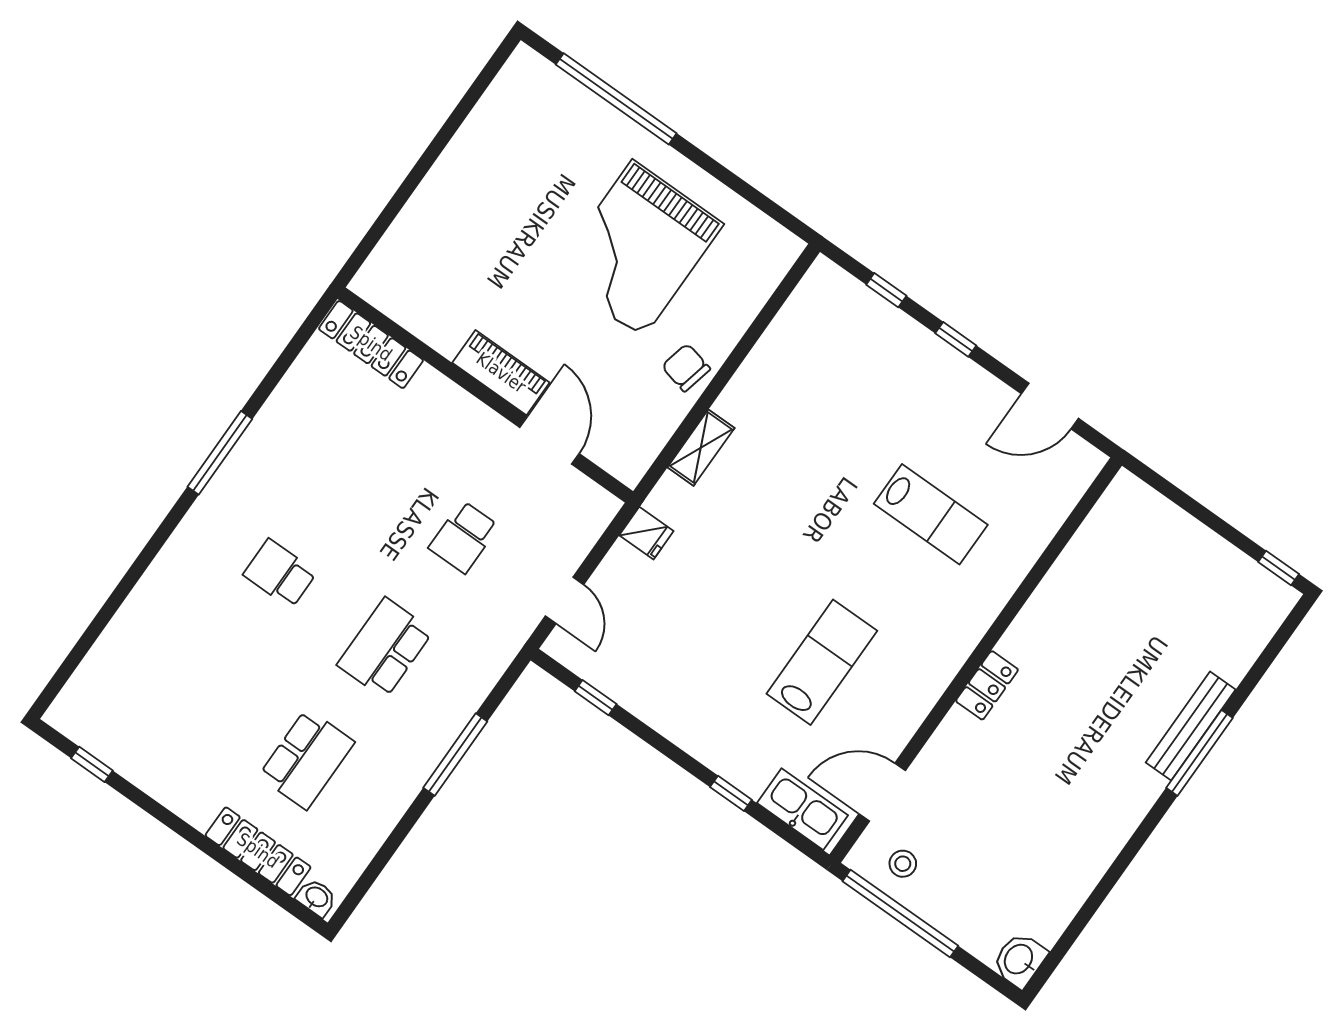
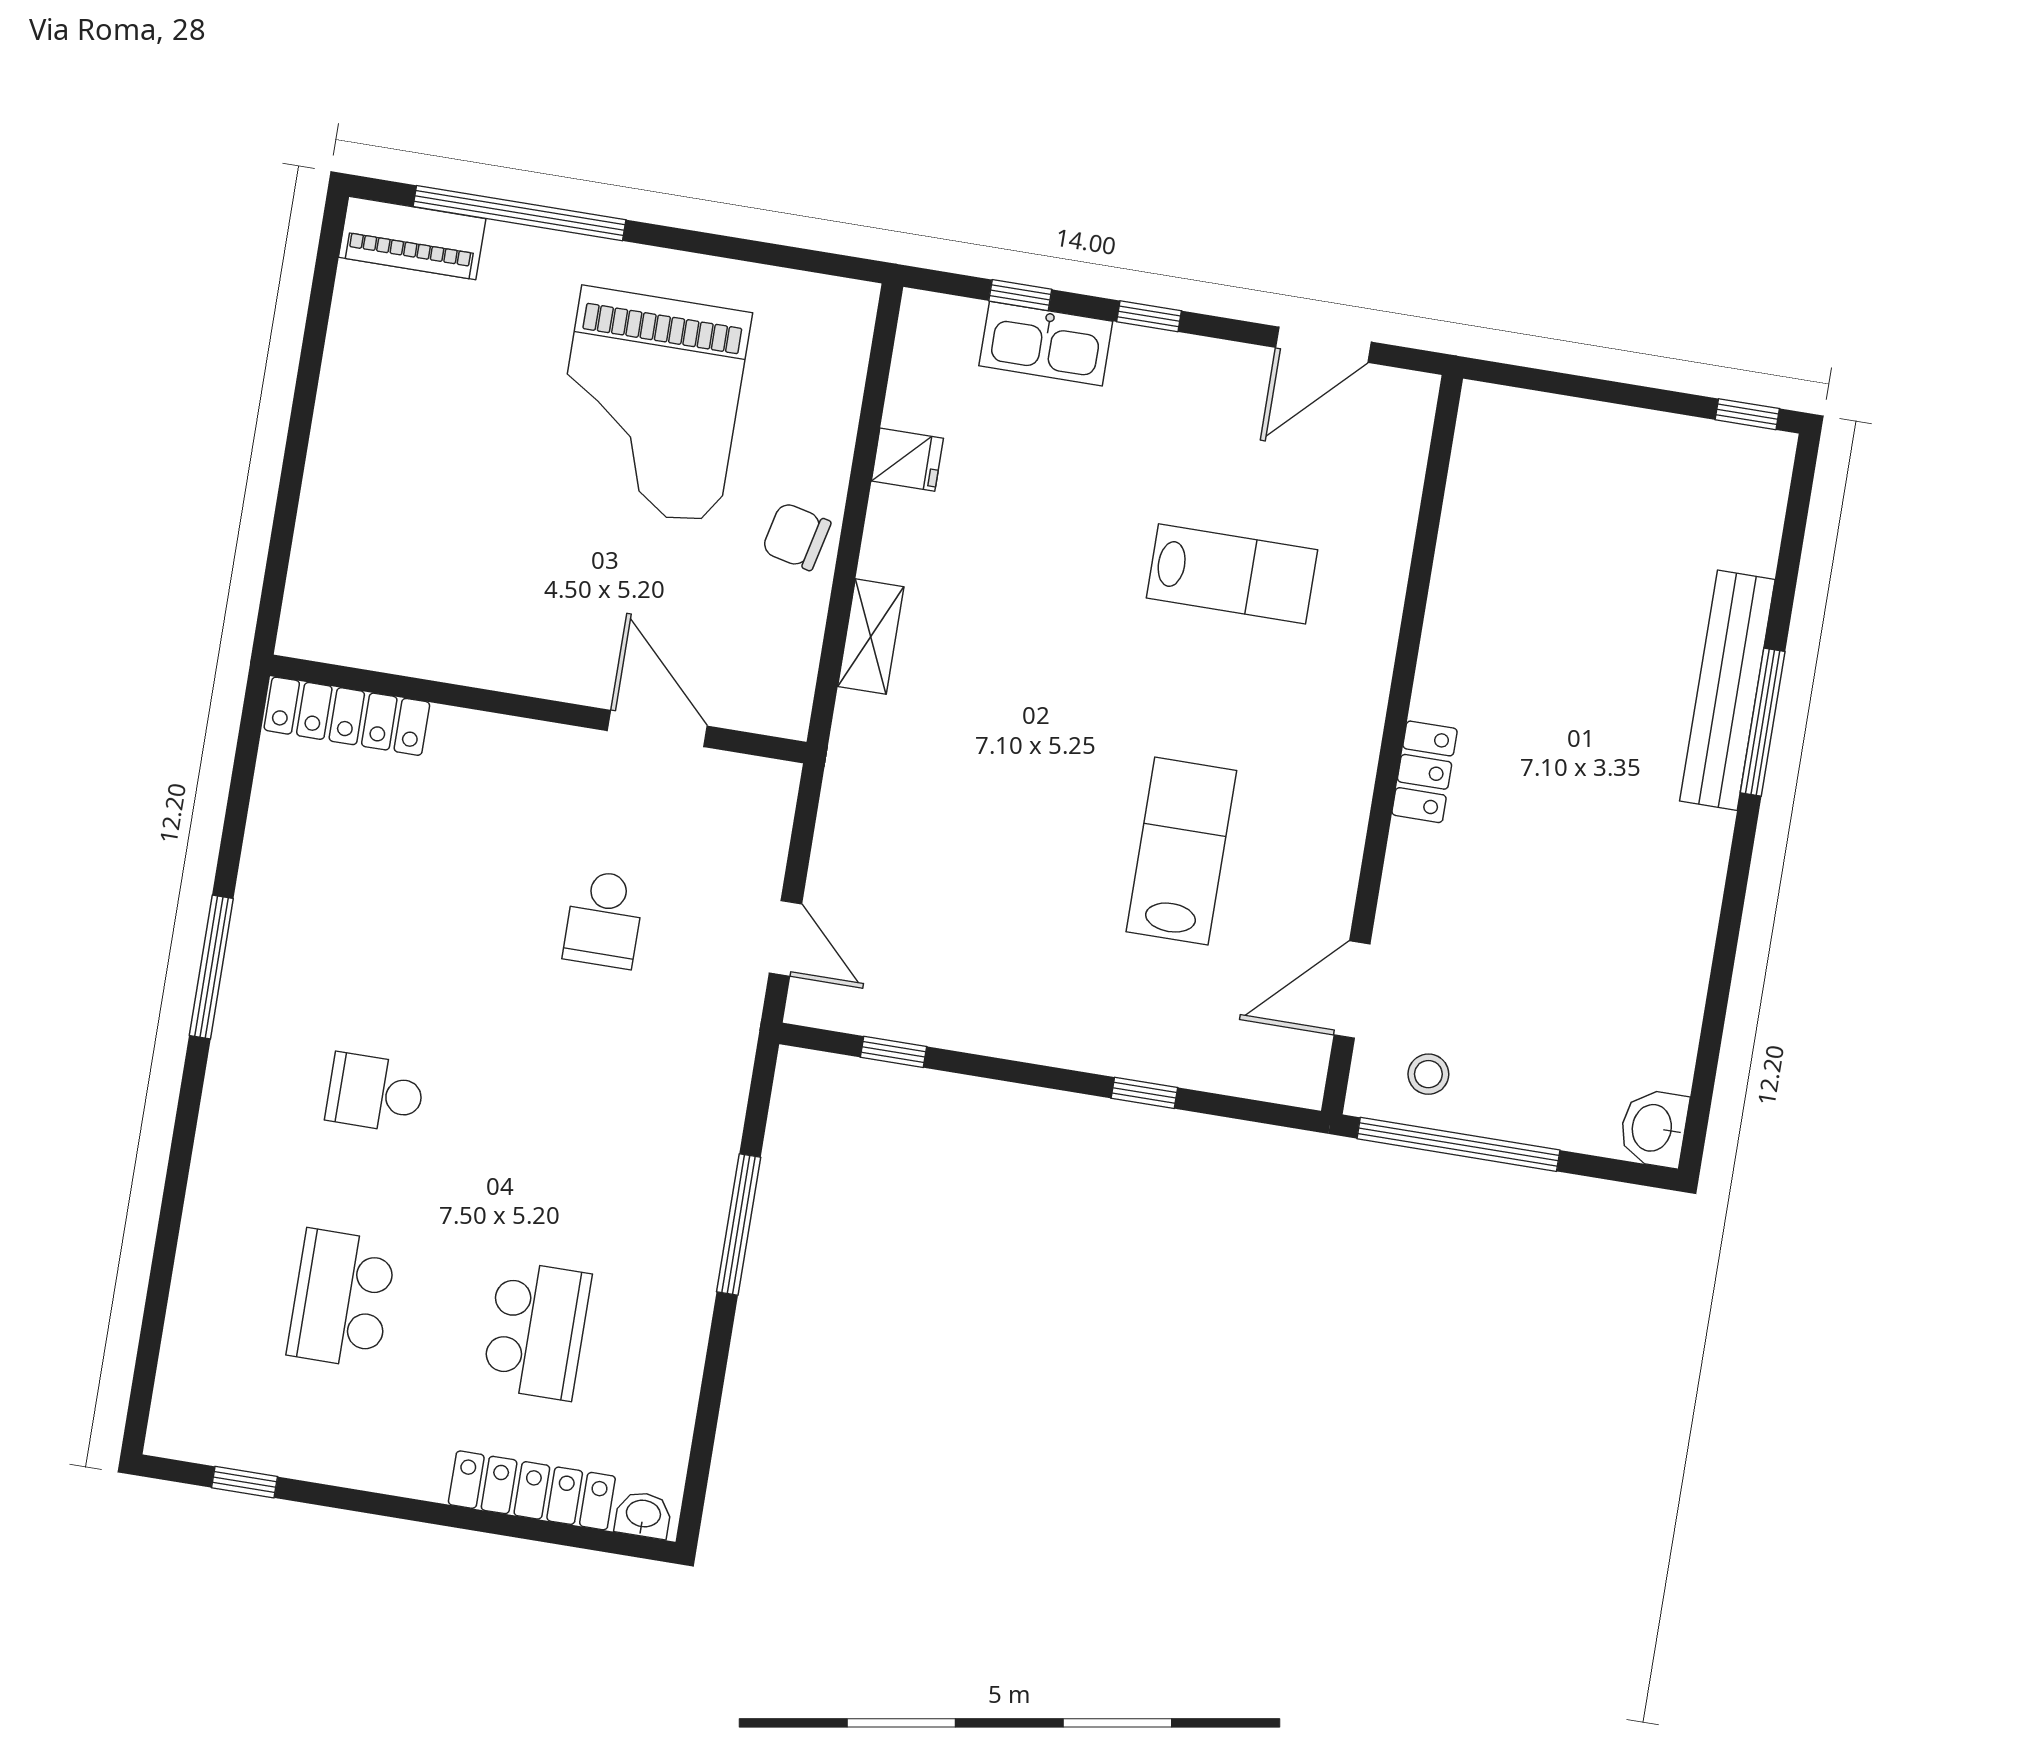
piano: (501, 373) -> (412, 238), moved, turned 180
fridge: (646, 533) -> (907, 460), moved
school desk: (385, 648) -> (342, 1299), moved
bench: (1191, 726) -> (1727, 690), width x1.37, depth x1.21
kitchen sink: (802, 809) -> (1046, 344), moved, turned 180

